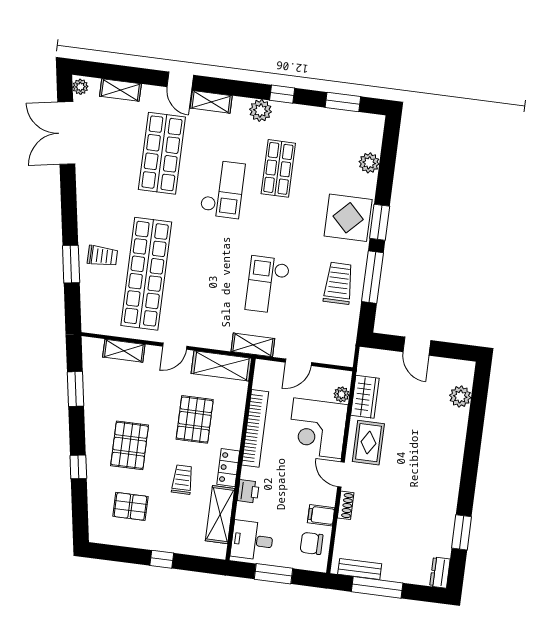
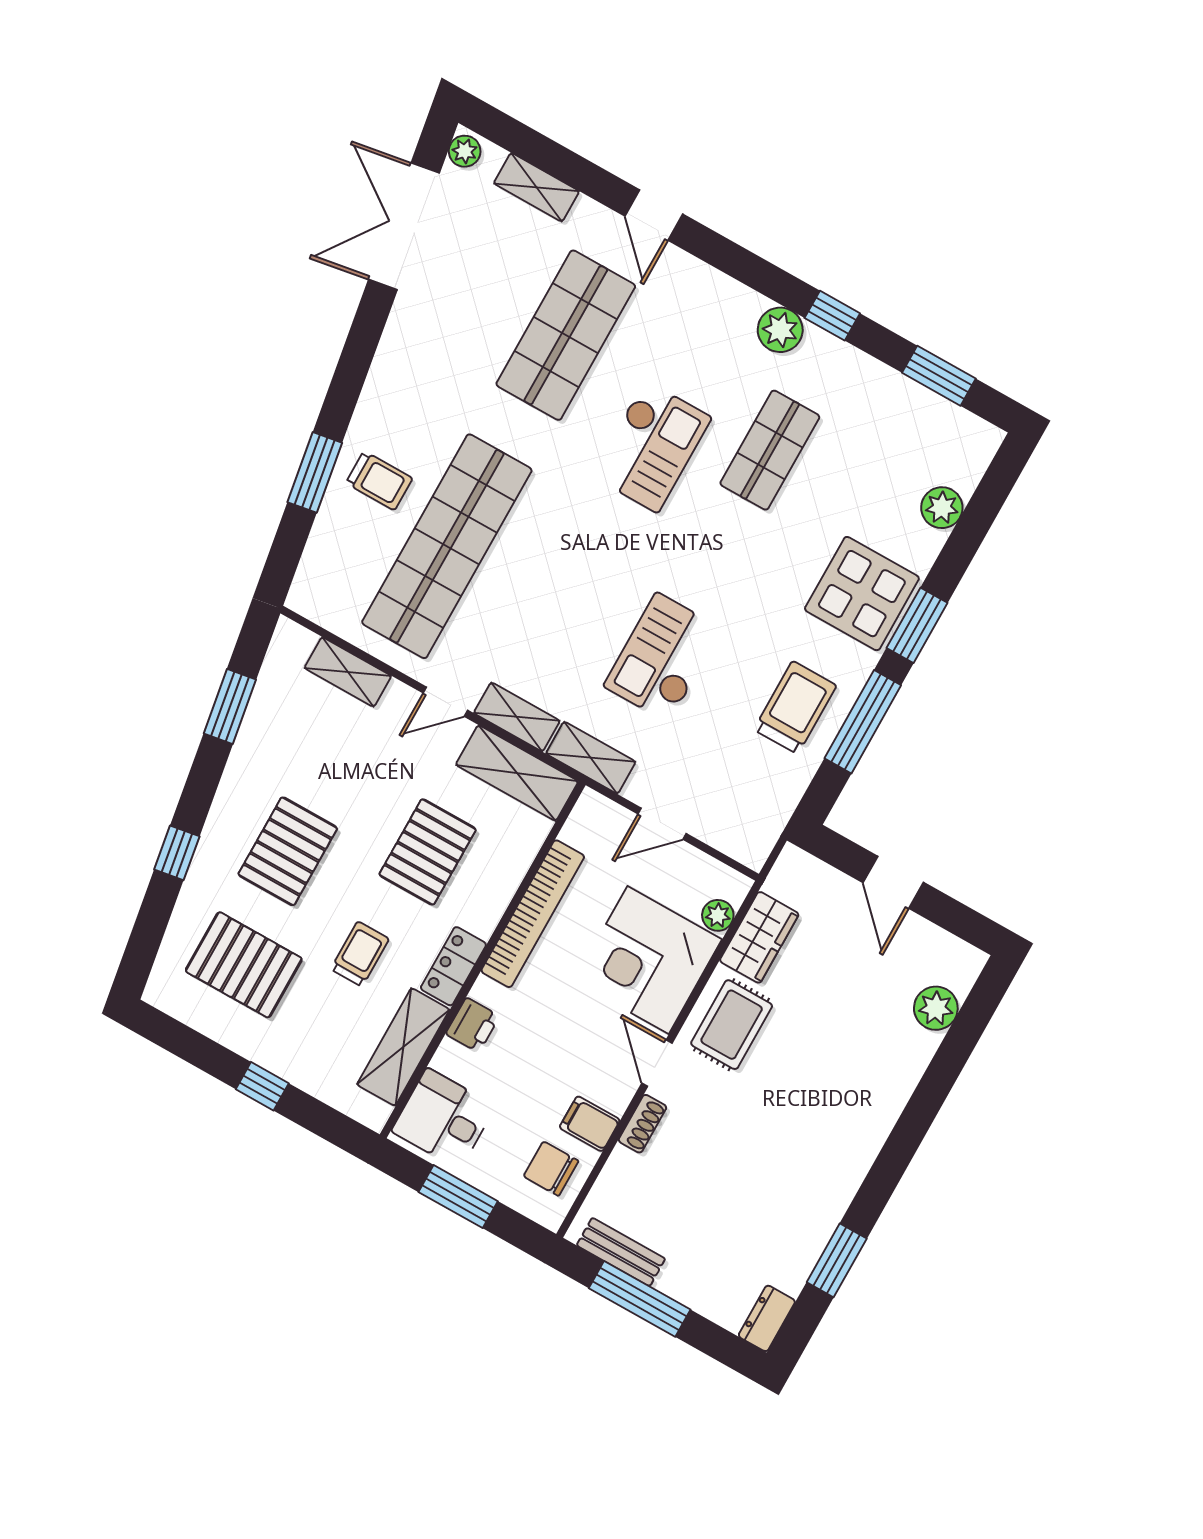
shelving: (211, 102) -> (517, 717), moved
pallet: (130, 506) -> (244, 965), width x1.50, depth x1.42

